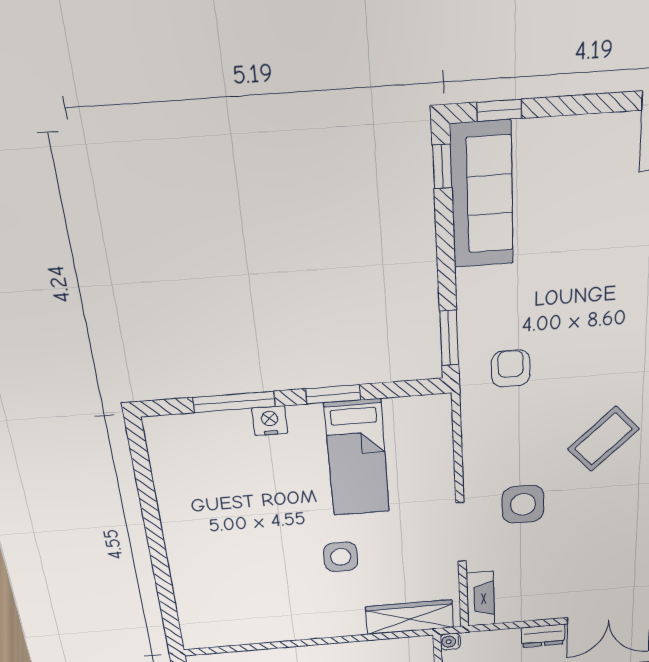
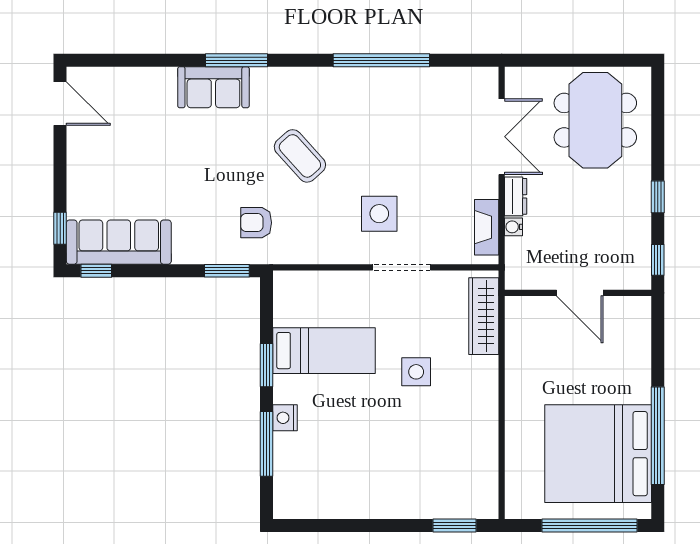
coffee table: (603, 439) -> (300, 156), moved
fireplace: (480, 599) -> (487, 227), moved, turned -90
window: (169, 609) -> (454, 525), added
water cooler: (450, 642) -> (514, 227), moved, turned 90

